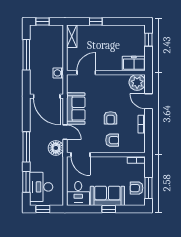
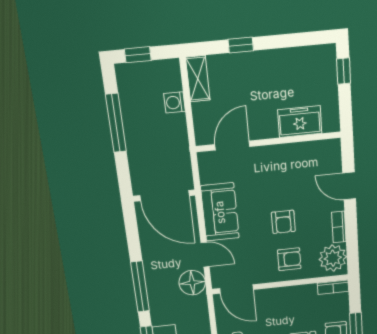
freezer: (134, 64) -> (300, 122), moved
washing machine: (58, 73) -> (174, 102), moved
plant: (137, 82) -> (333, 258), moved

